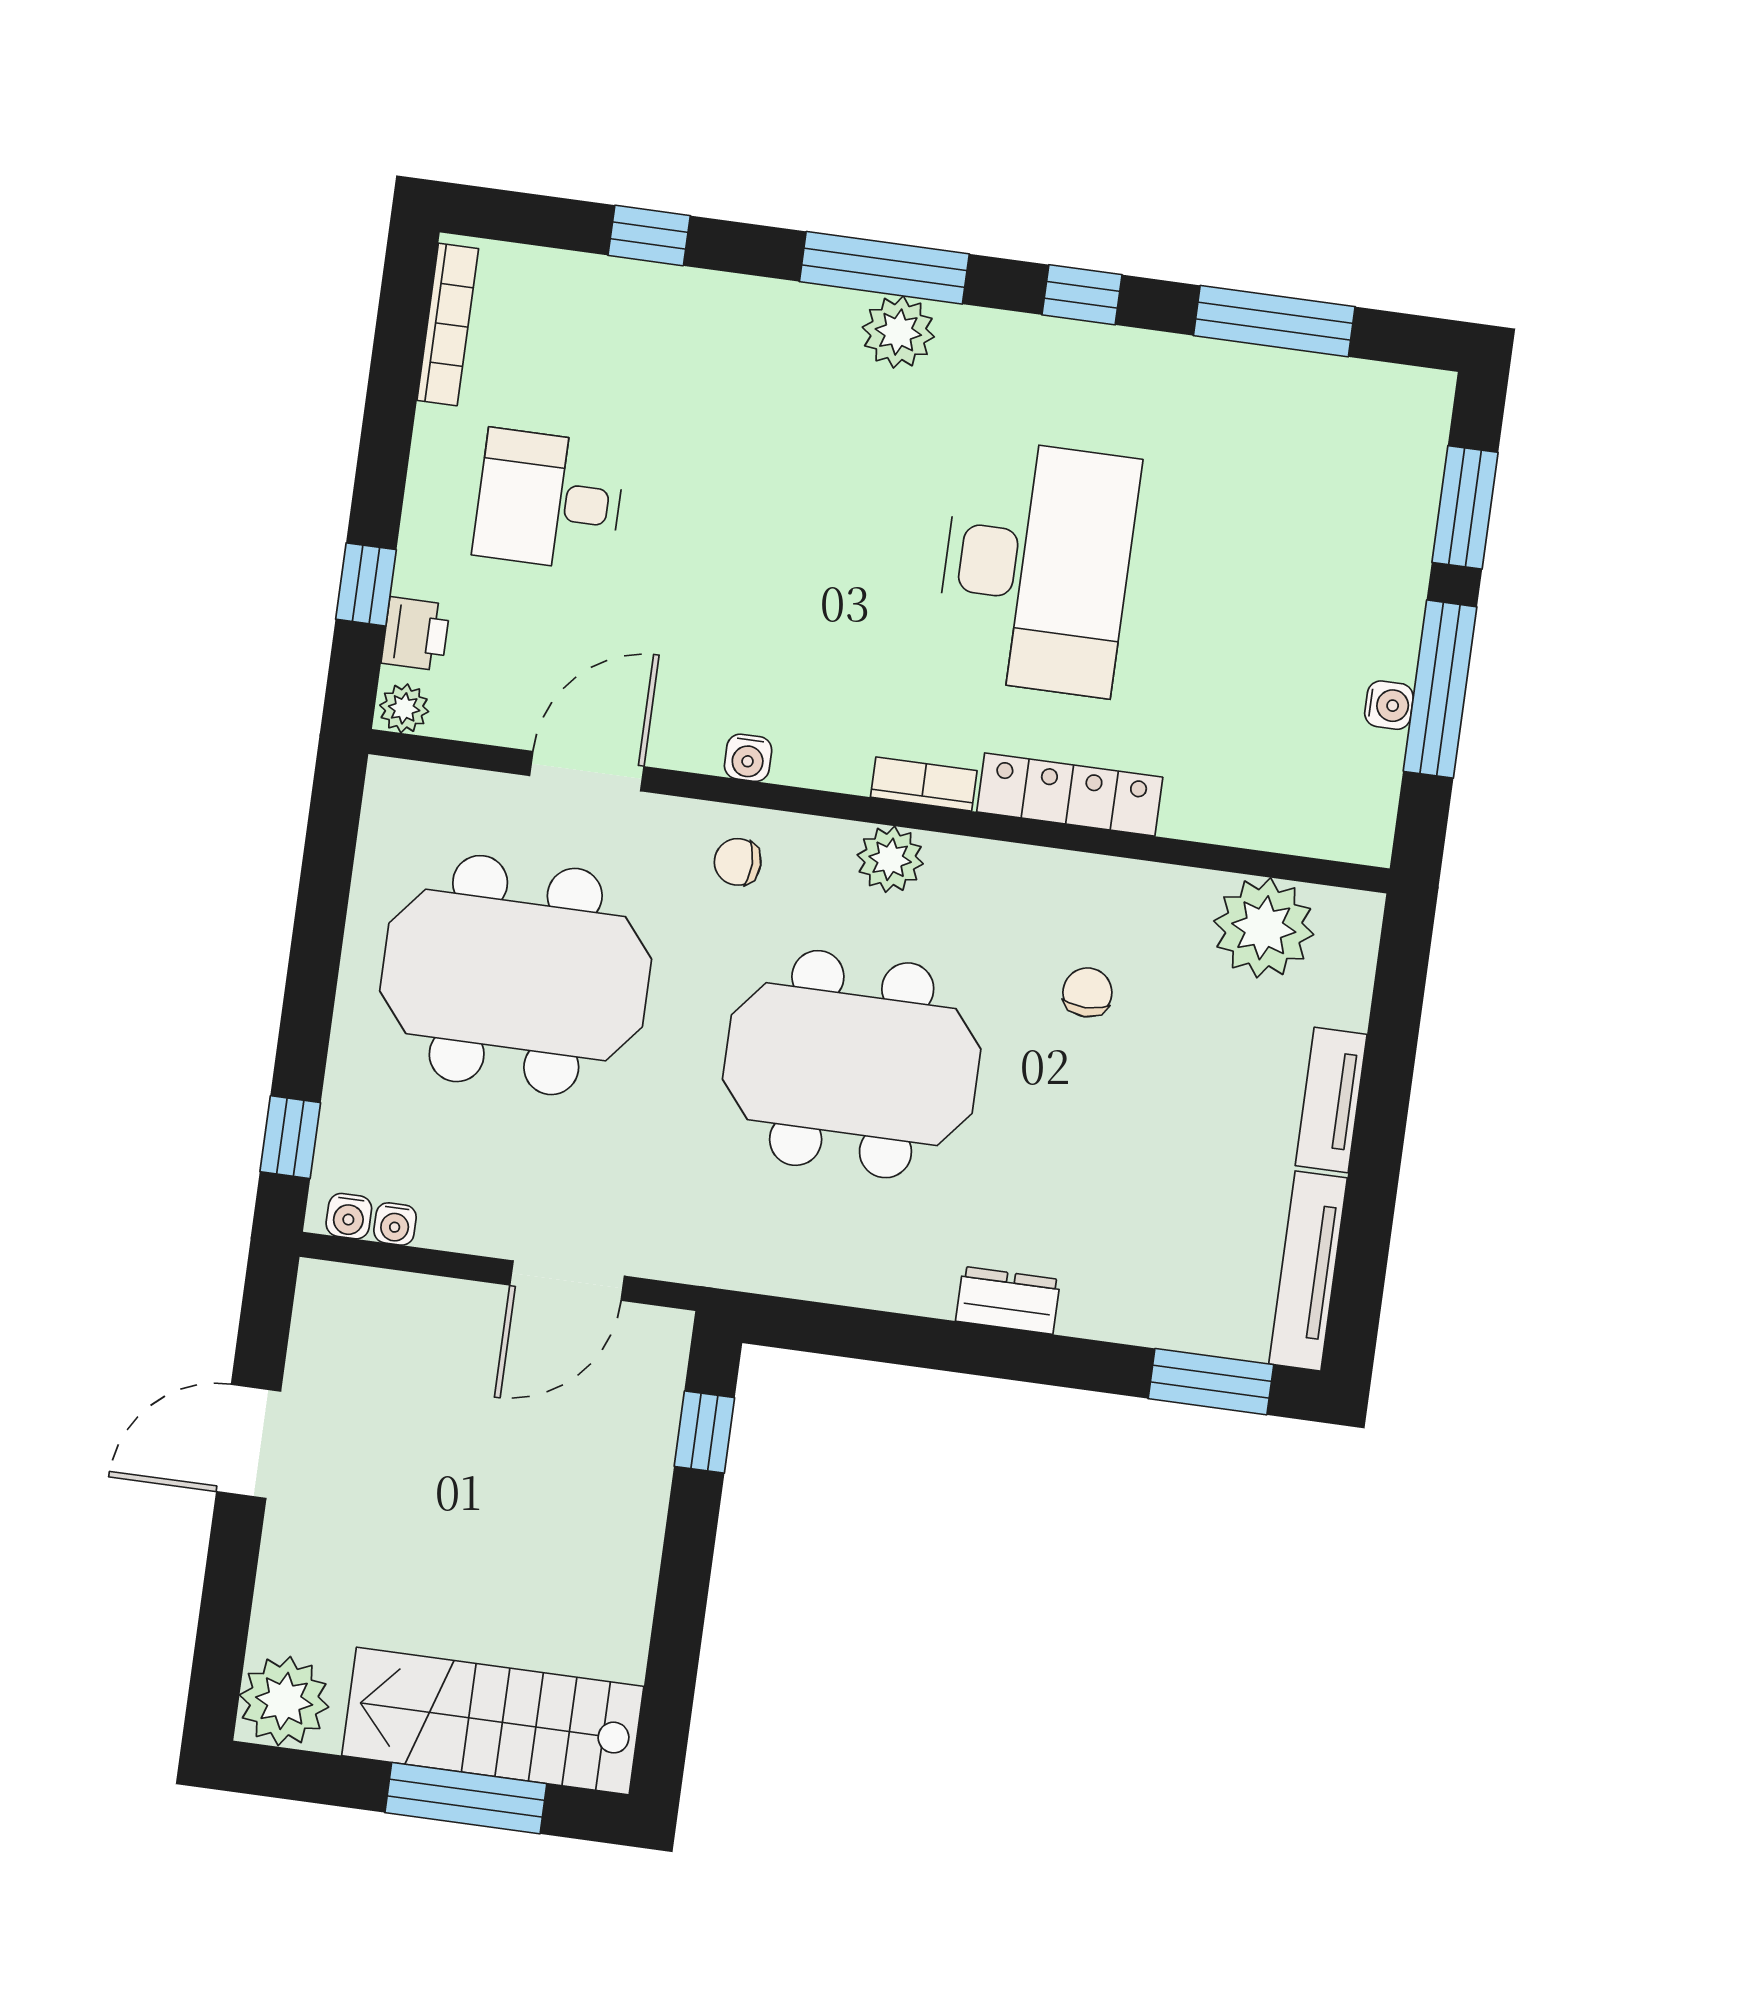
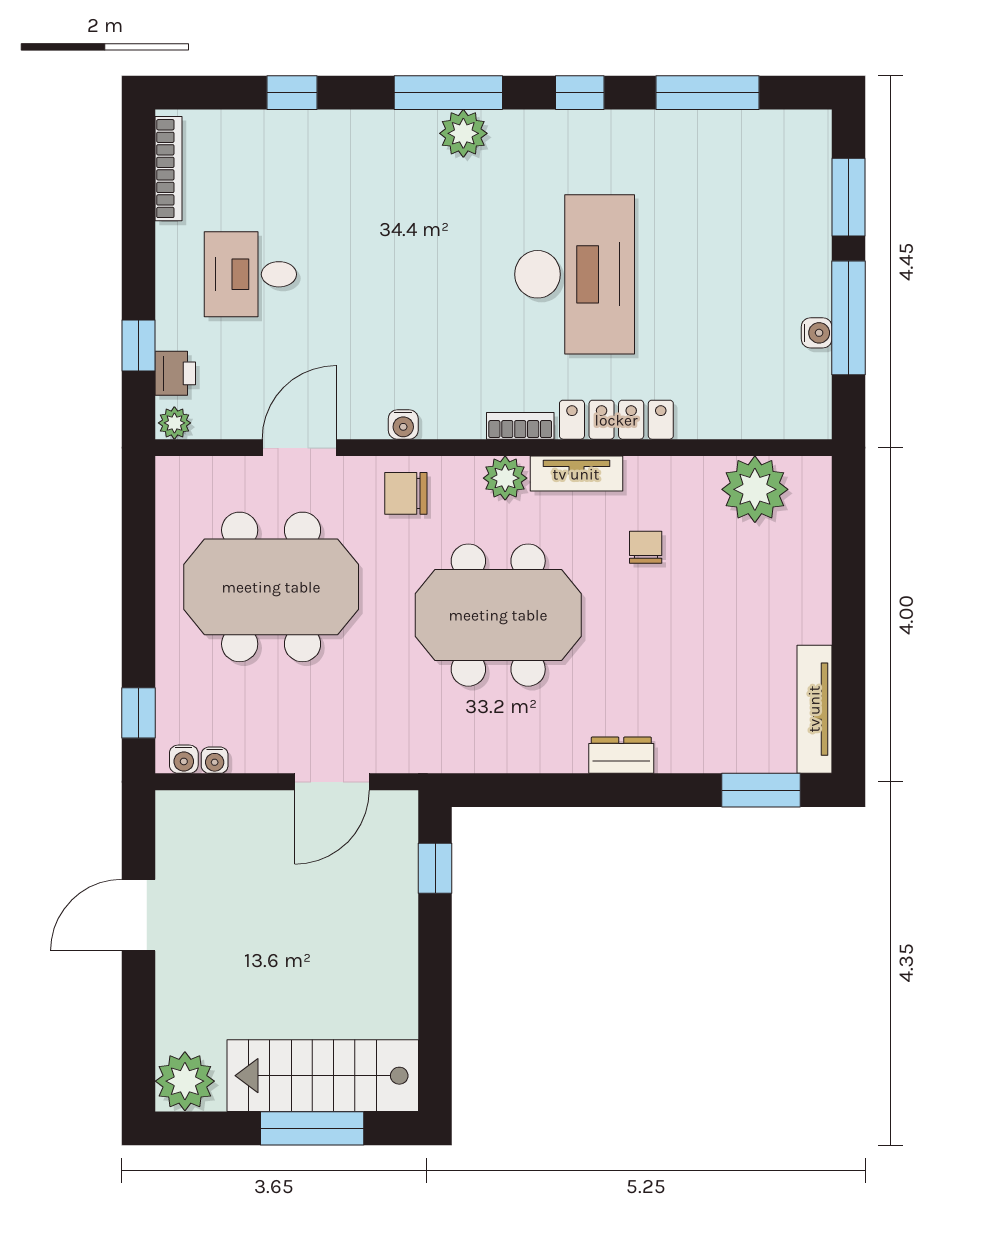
chair: (738, 862) -> (406, 493), width x1.37, depth x1.37
tv unit: (1331, 1100) -> (576, 474), moved, turned -90

